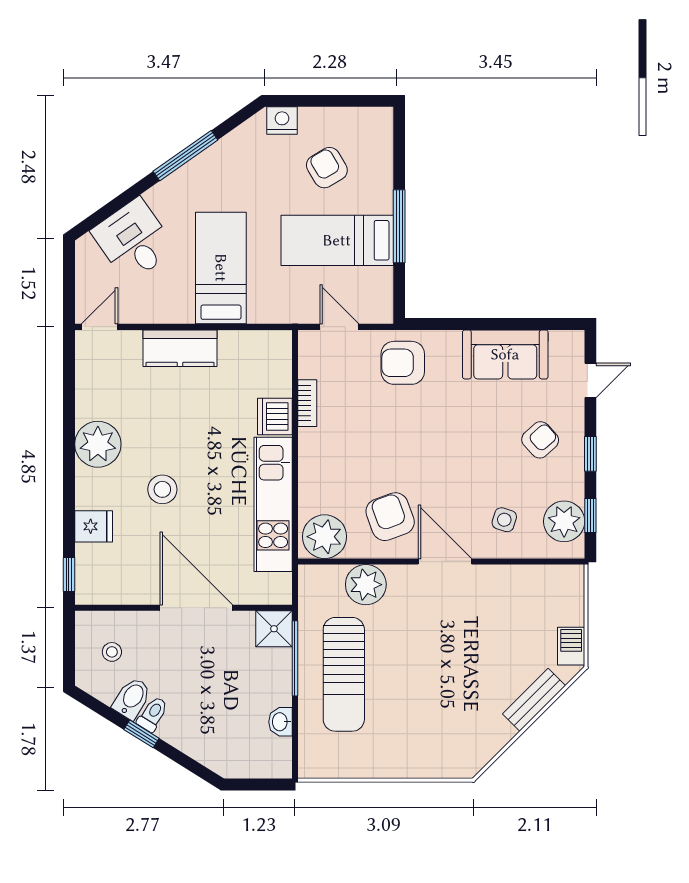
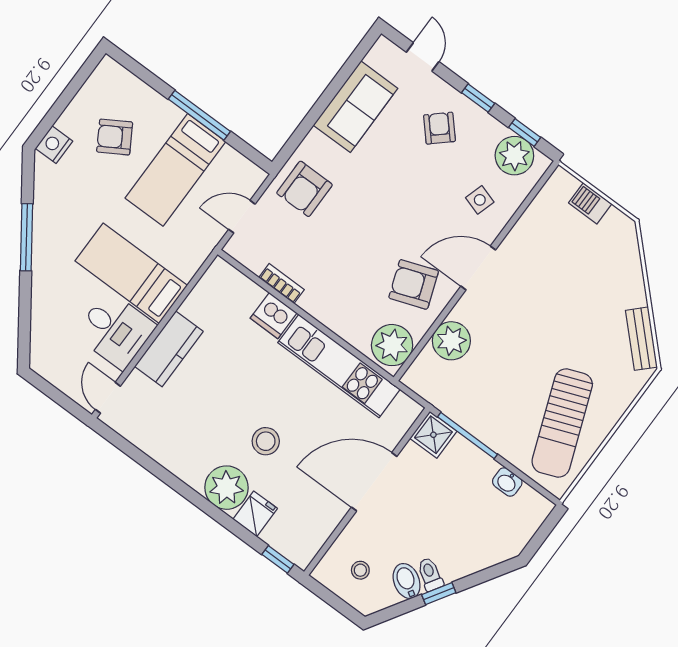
desk: (134, 240) -> (115, 330), moved, turned -145
plant: (98, 444) -> (226, 488), moved
barbecue: (571, 646) -> (590, 203), moved
sun lounger: (344, 674) -> (562, 423), moved, turned 69
bench: (534, 700) -> (641, 339), moved

